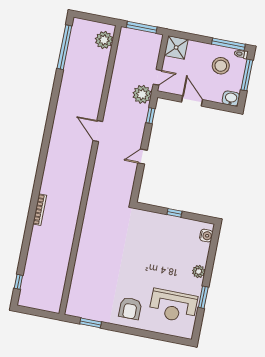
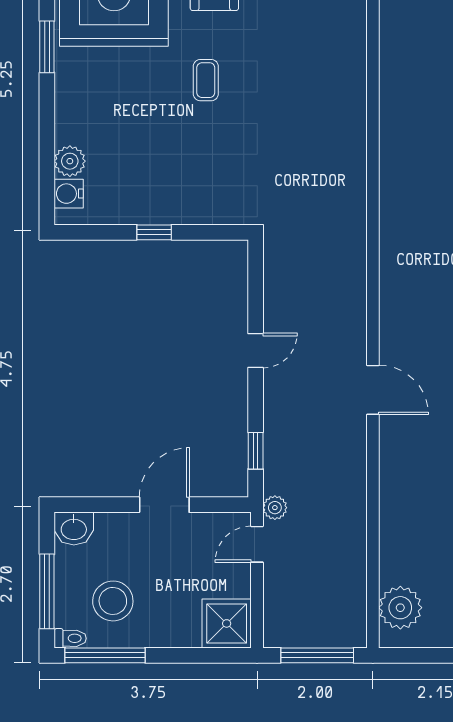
plant: (142, 94) -> (275, 508), width x0.53, depth x0.53
door: (192, 101) -> (164, 505), swing flipped
coffee table: (141, 271) -> (206, 80), added
plant: (199, 272) -> (70, 161), moved

